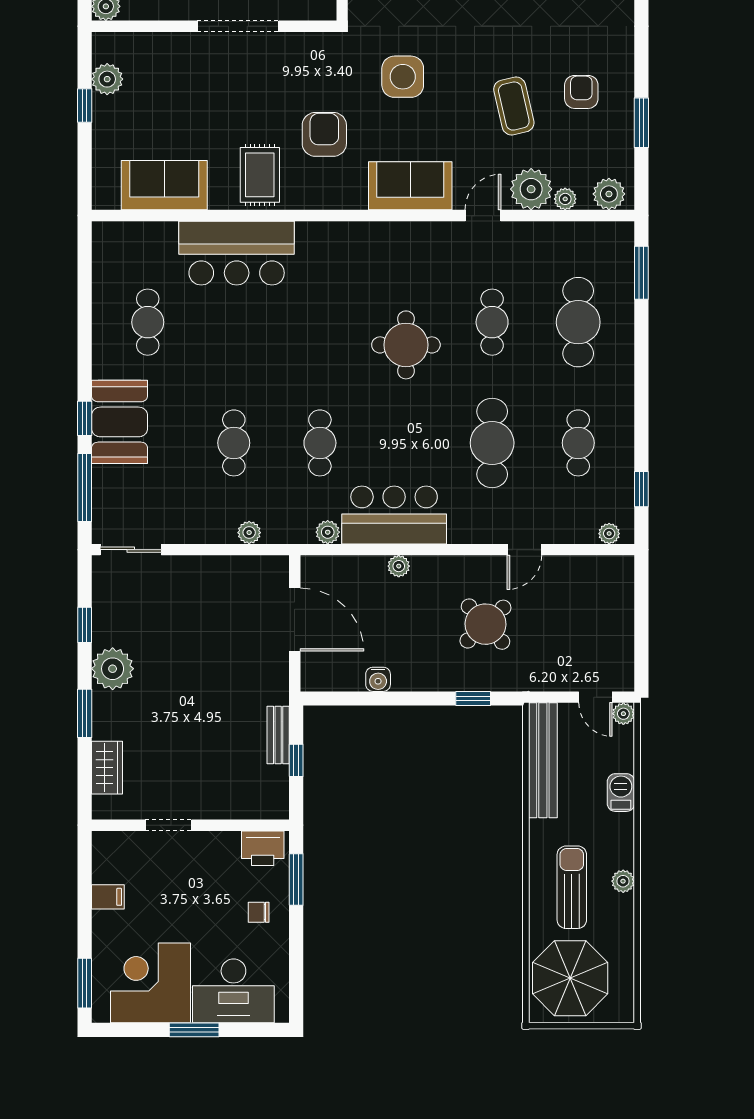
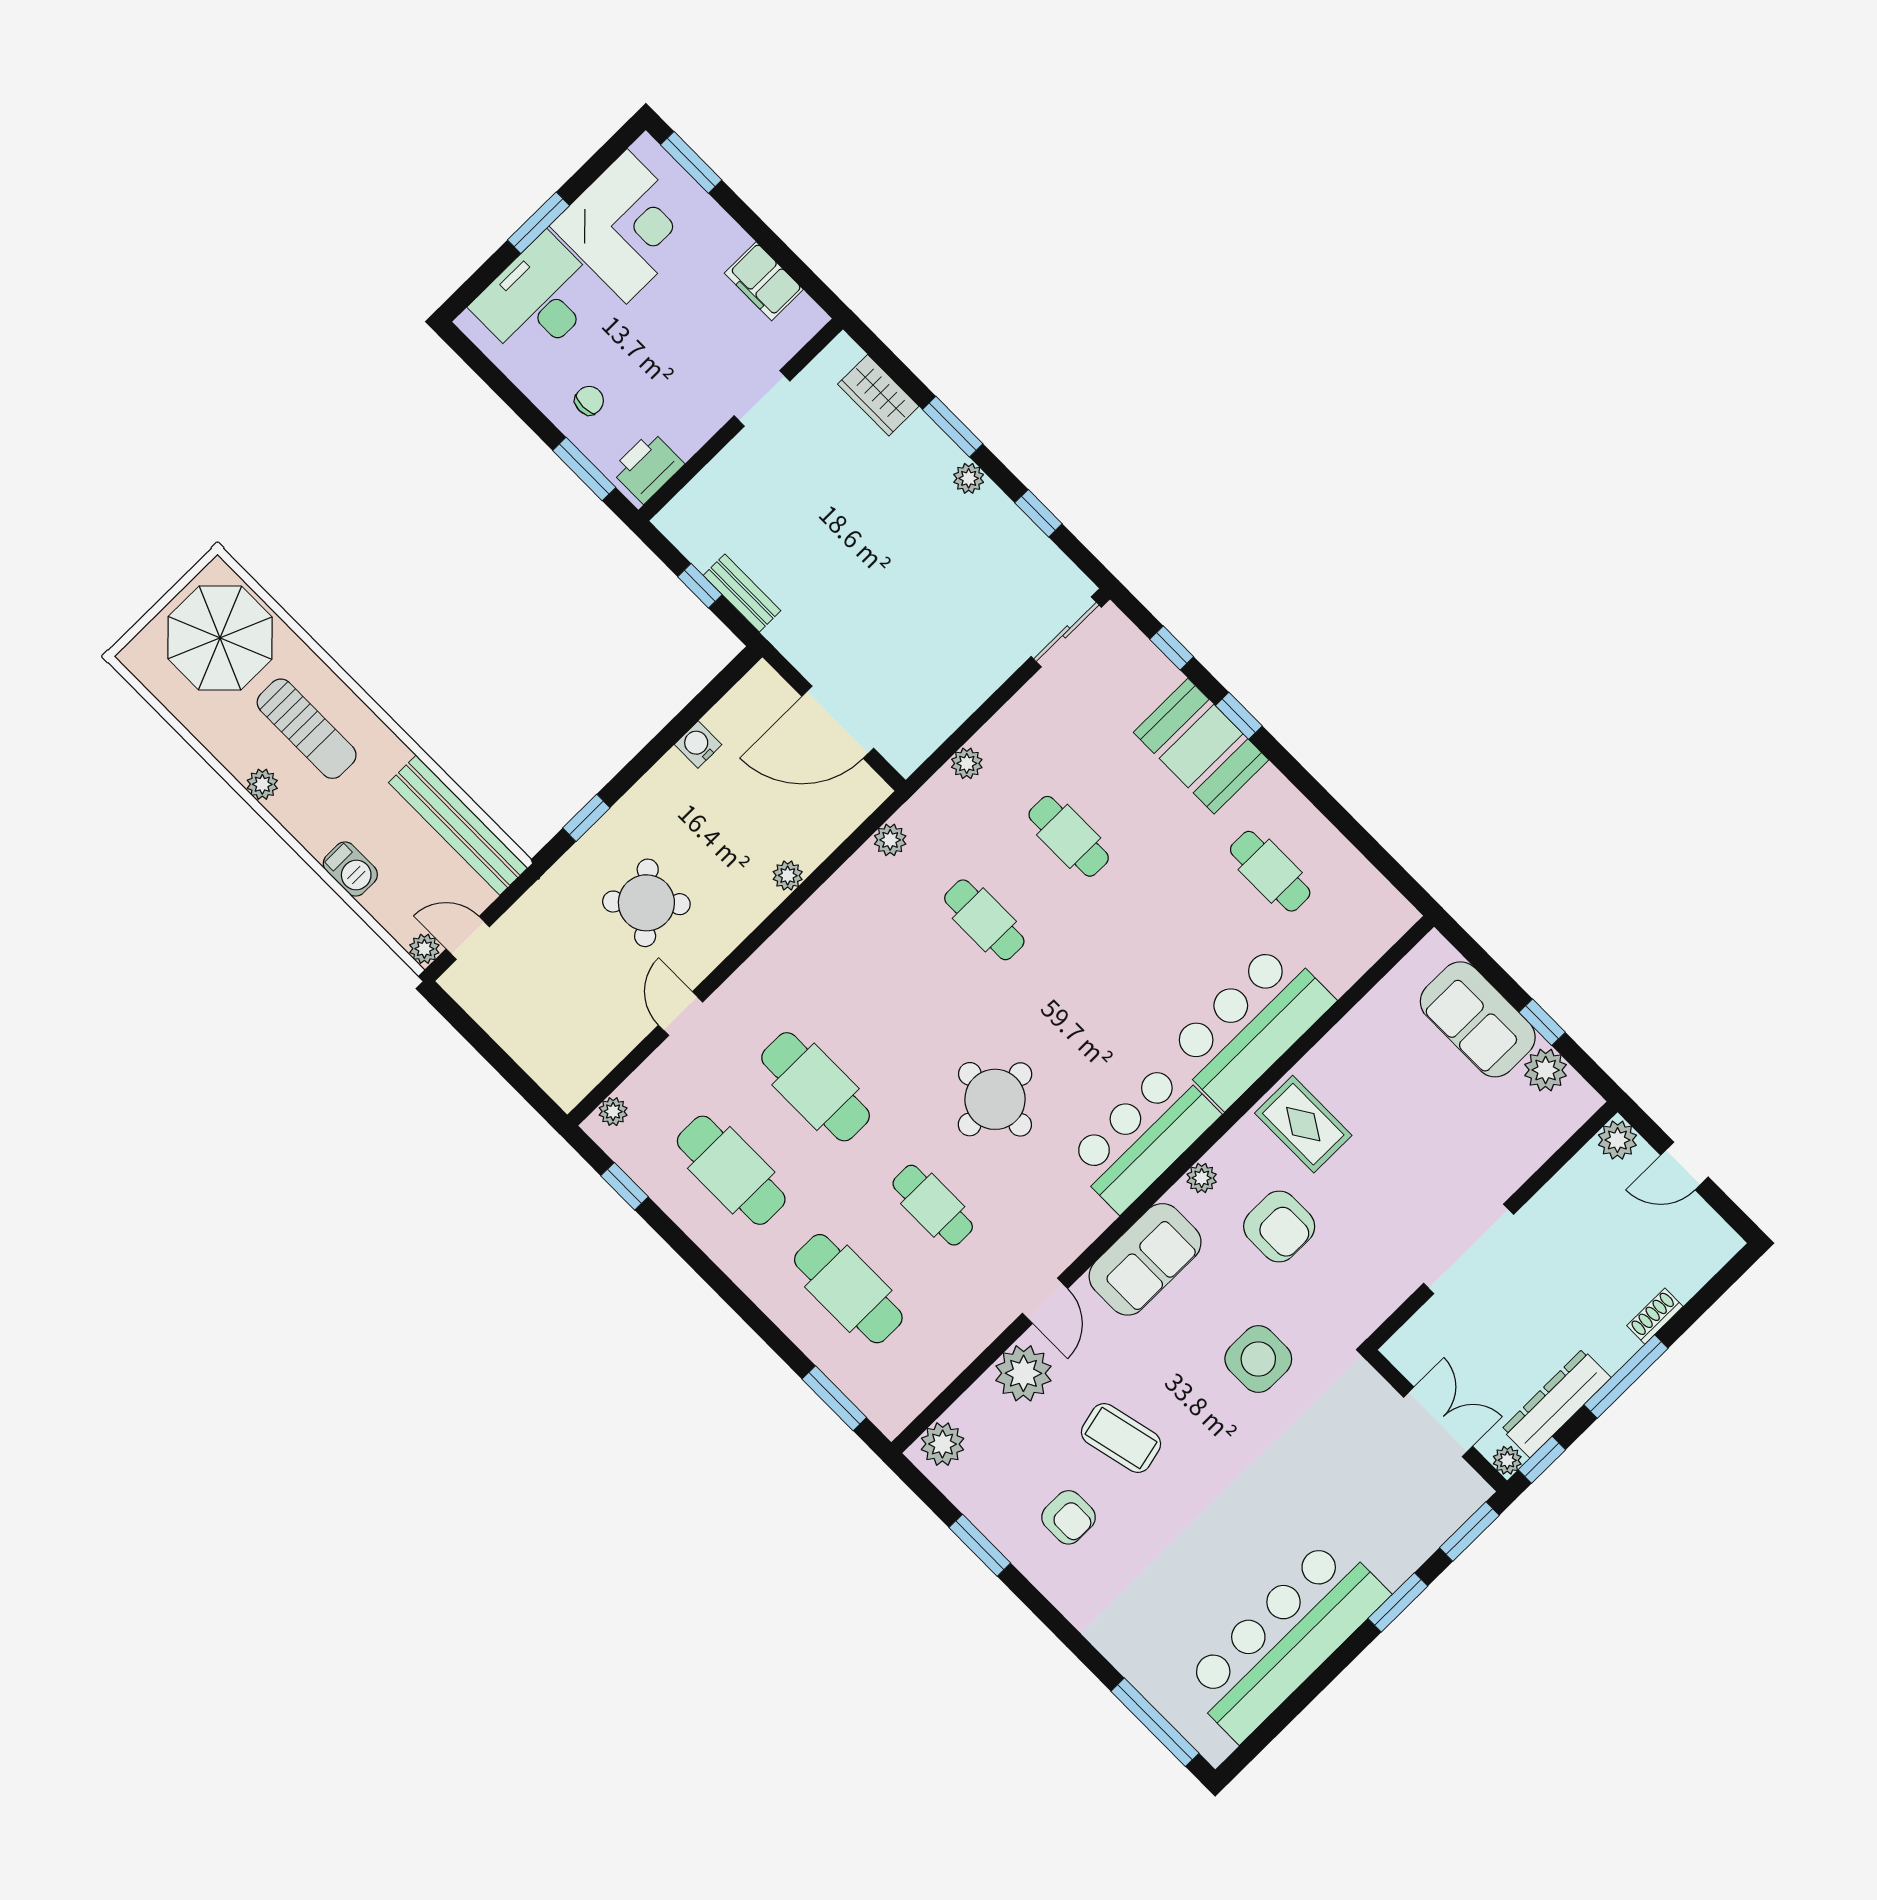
sofa: (164, 185) -> (1478, 1019), moved, turned 90
plant: (565, 199) -> (1202, 1178), moved
cafe table: (578, 443) -> (731, 1170), width x1.37, depth x1.35
window: (85, 488) -> (1172, 648), width x0.46
bar counter: (394, 515) -> (1143, 1137), moved, turned 180
plant: (113, 669) -> (969, 478), width x0.53, depth x0.53
filing cabinet: (108, 897) -> (764, 281), width x2.00

